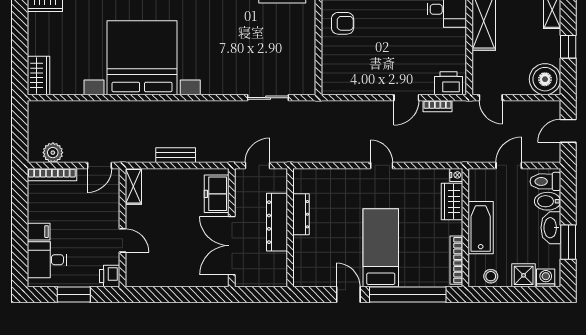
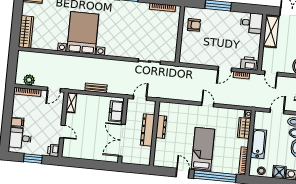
bed with nightstands: (142, 58) -> (83, 33), width x0.73
wardrobe: (38, 75) -> (26, 32), width x1.50

